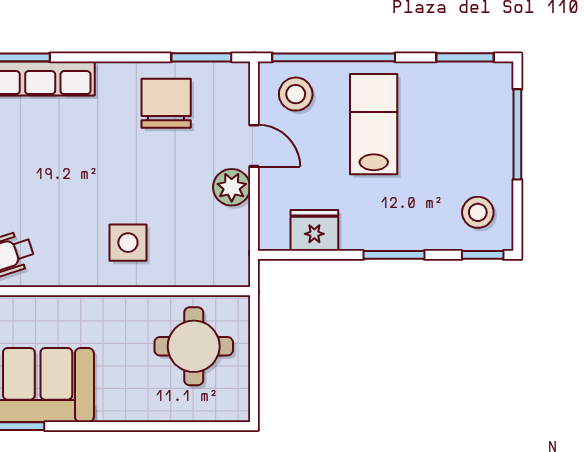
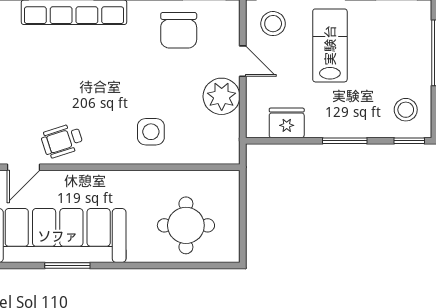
chair: (166, 103) -> (179, 30), turned 180
plant: (232, 187) -> (222, 96), width x1.36, depth x1.36
round table: (194, 346) -> (186, 225), moved

